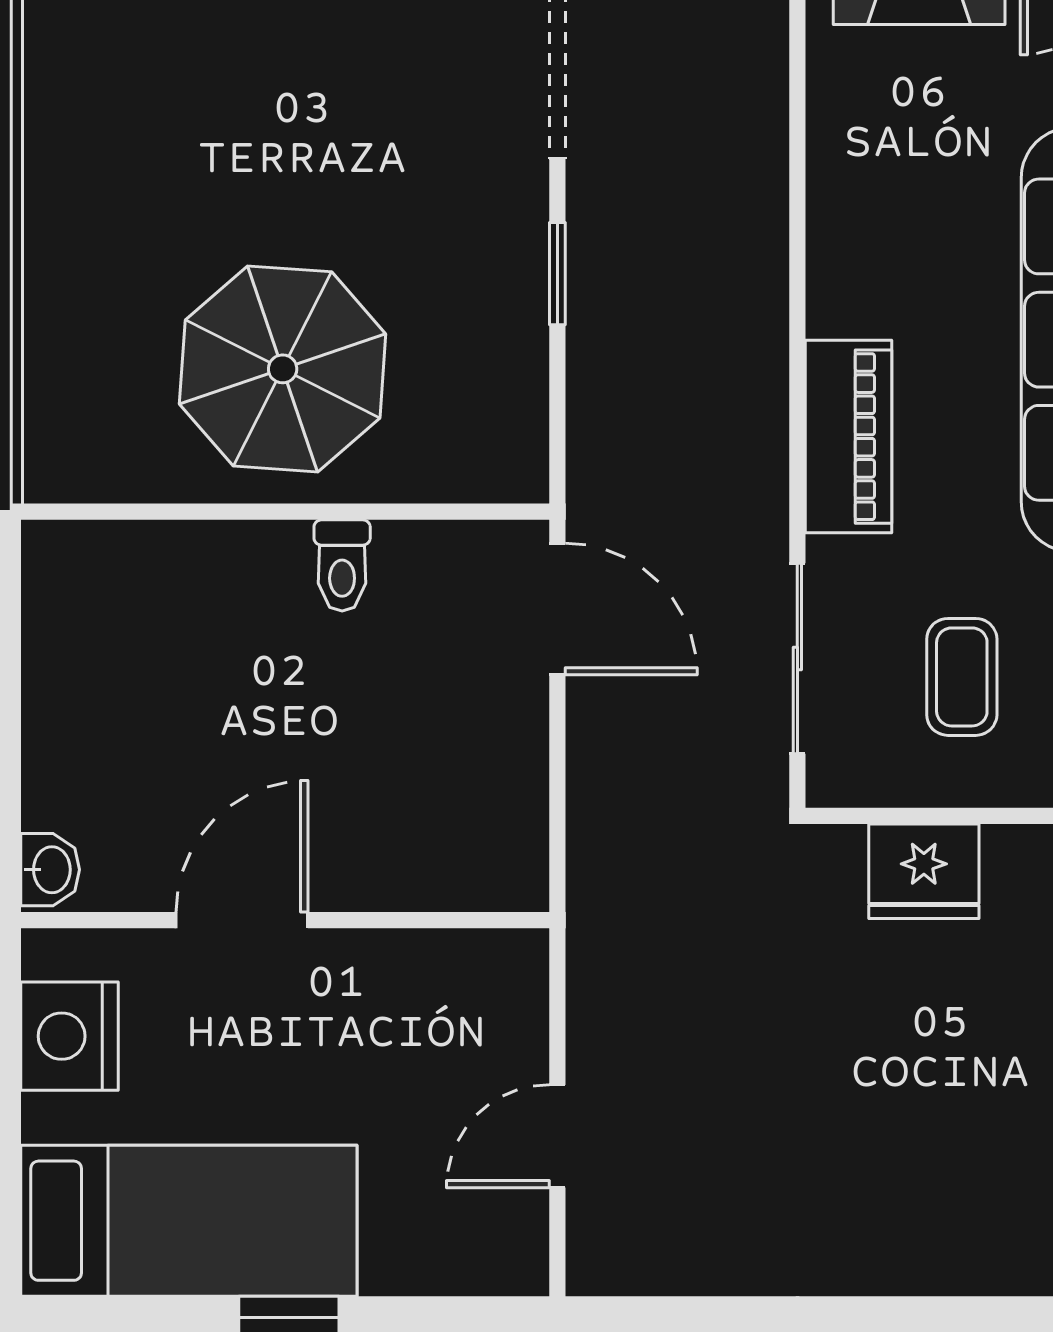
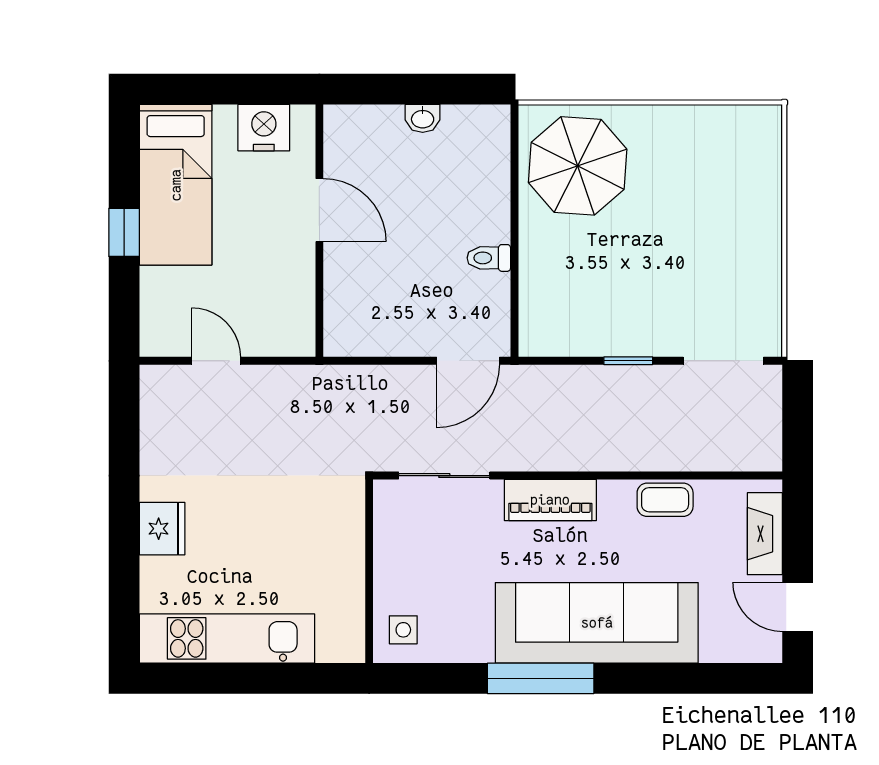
parasol: (283, 369) -> (578, 166), moved
coffee table: (962, 677) -> (665, 500), moved
washbasin: (50, 870) -> (423, 118), moved
fridge: (924, 871) -> (162, 529), moved, turned 180

